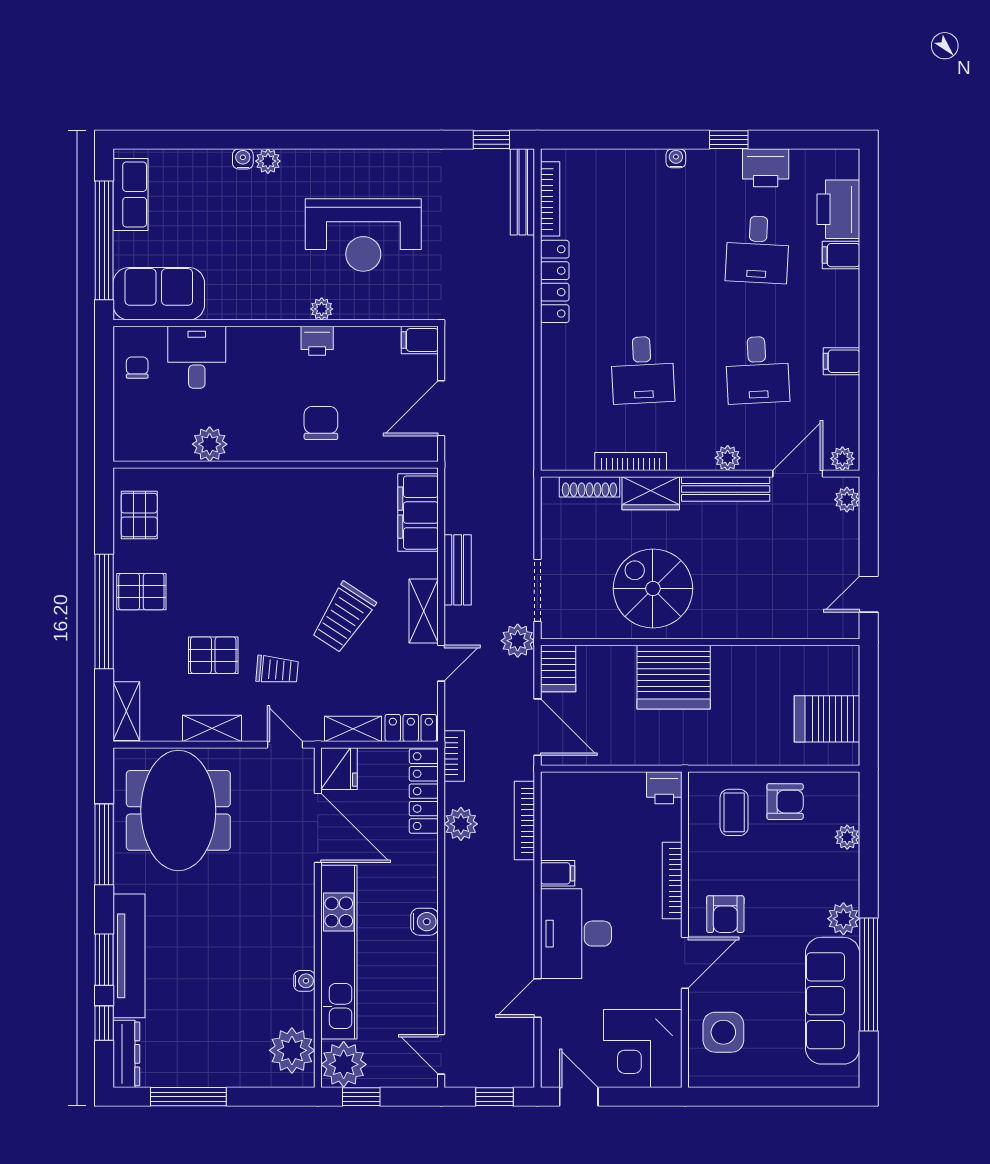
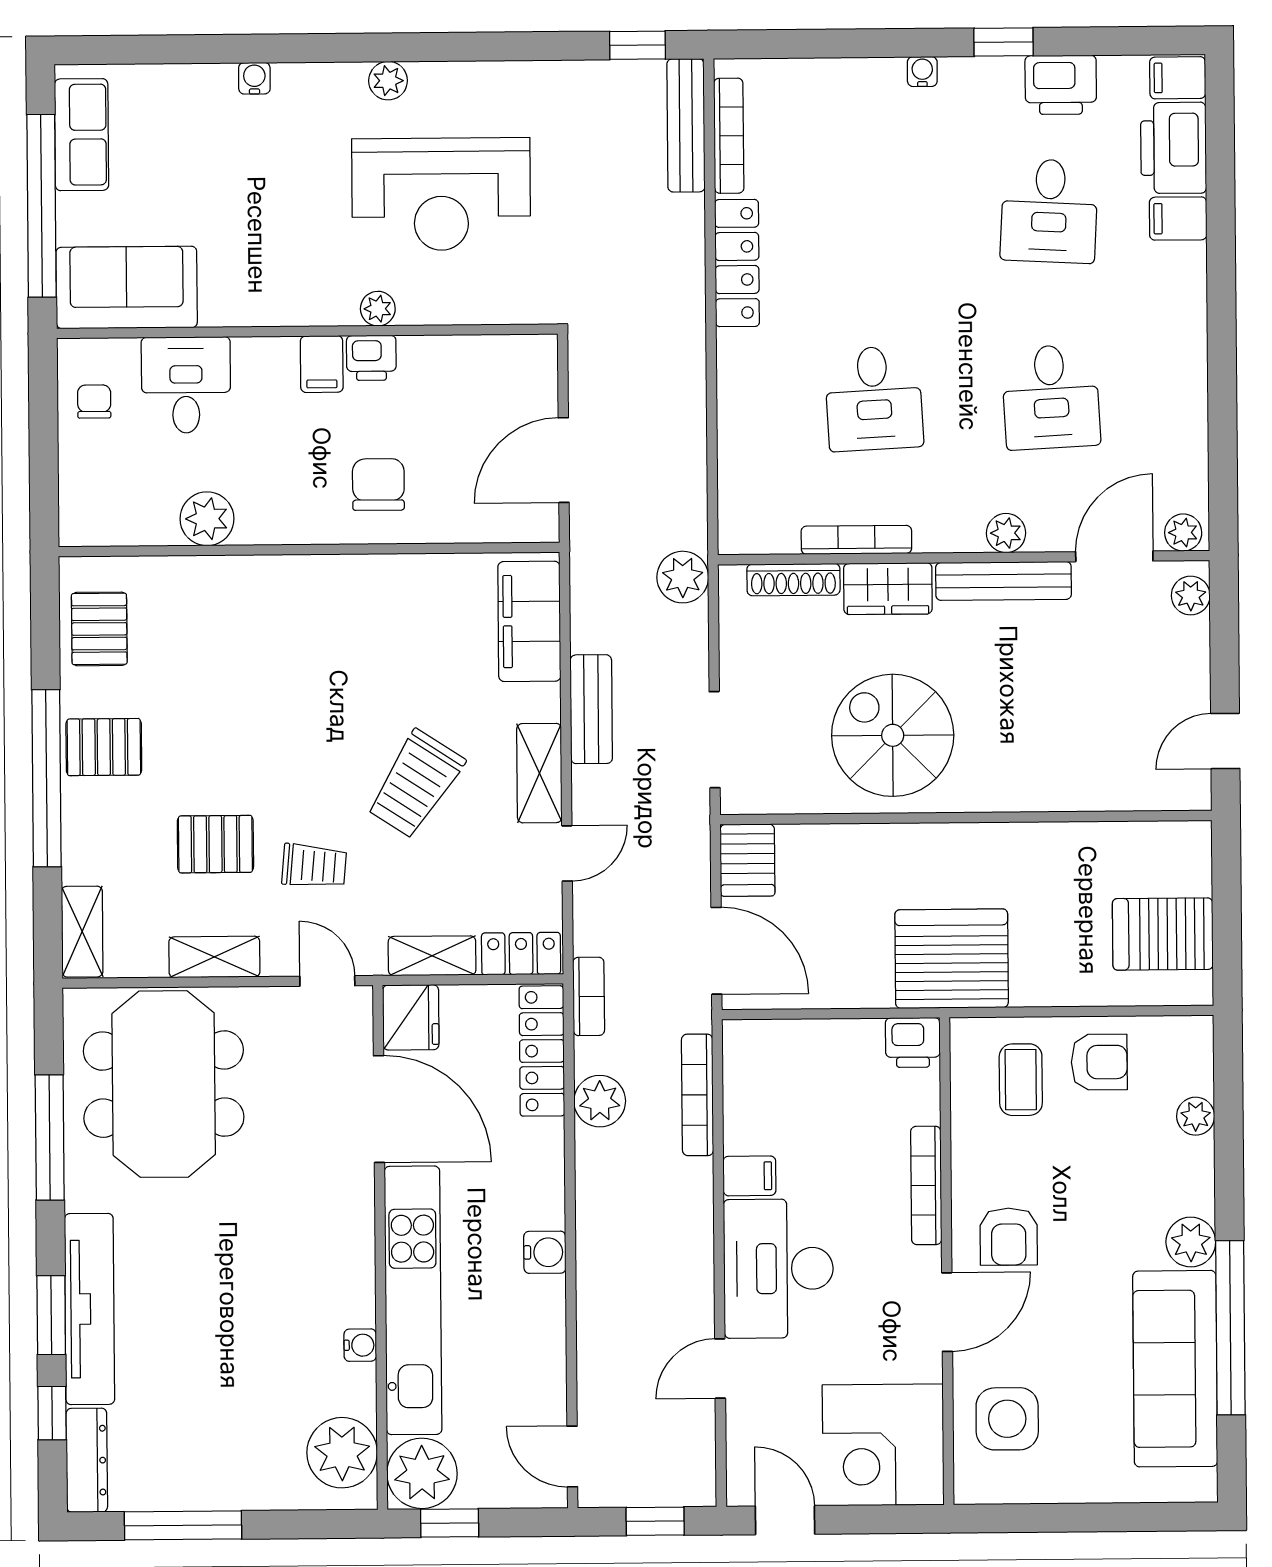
plant: (268, 161) -> (388, 81), moved
filing cabinet: (420, 340) -> (322, 364), moved, turned -90
filing cabinet: (841, 361) -> (1178, 78), moved
plant: (518, 641) -> (683, 577), moved
server rack: (674, 677) -> (952, 959), moved, turned 180

